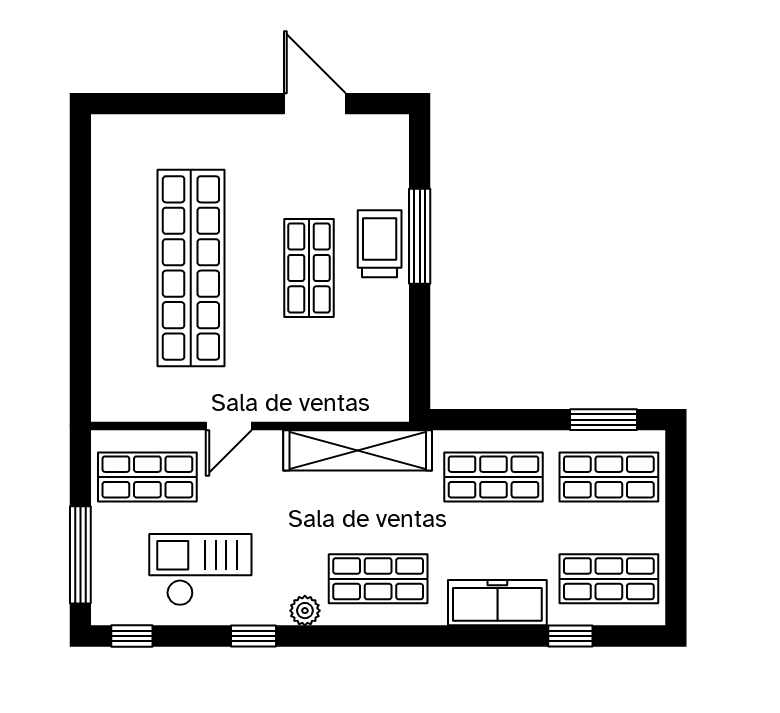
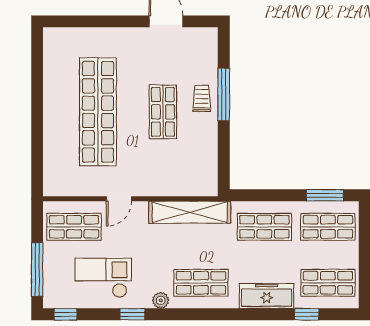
trolley: (380, 244) -> (202, 98), width x0.73, depth x0.72

